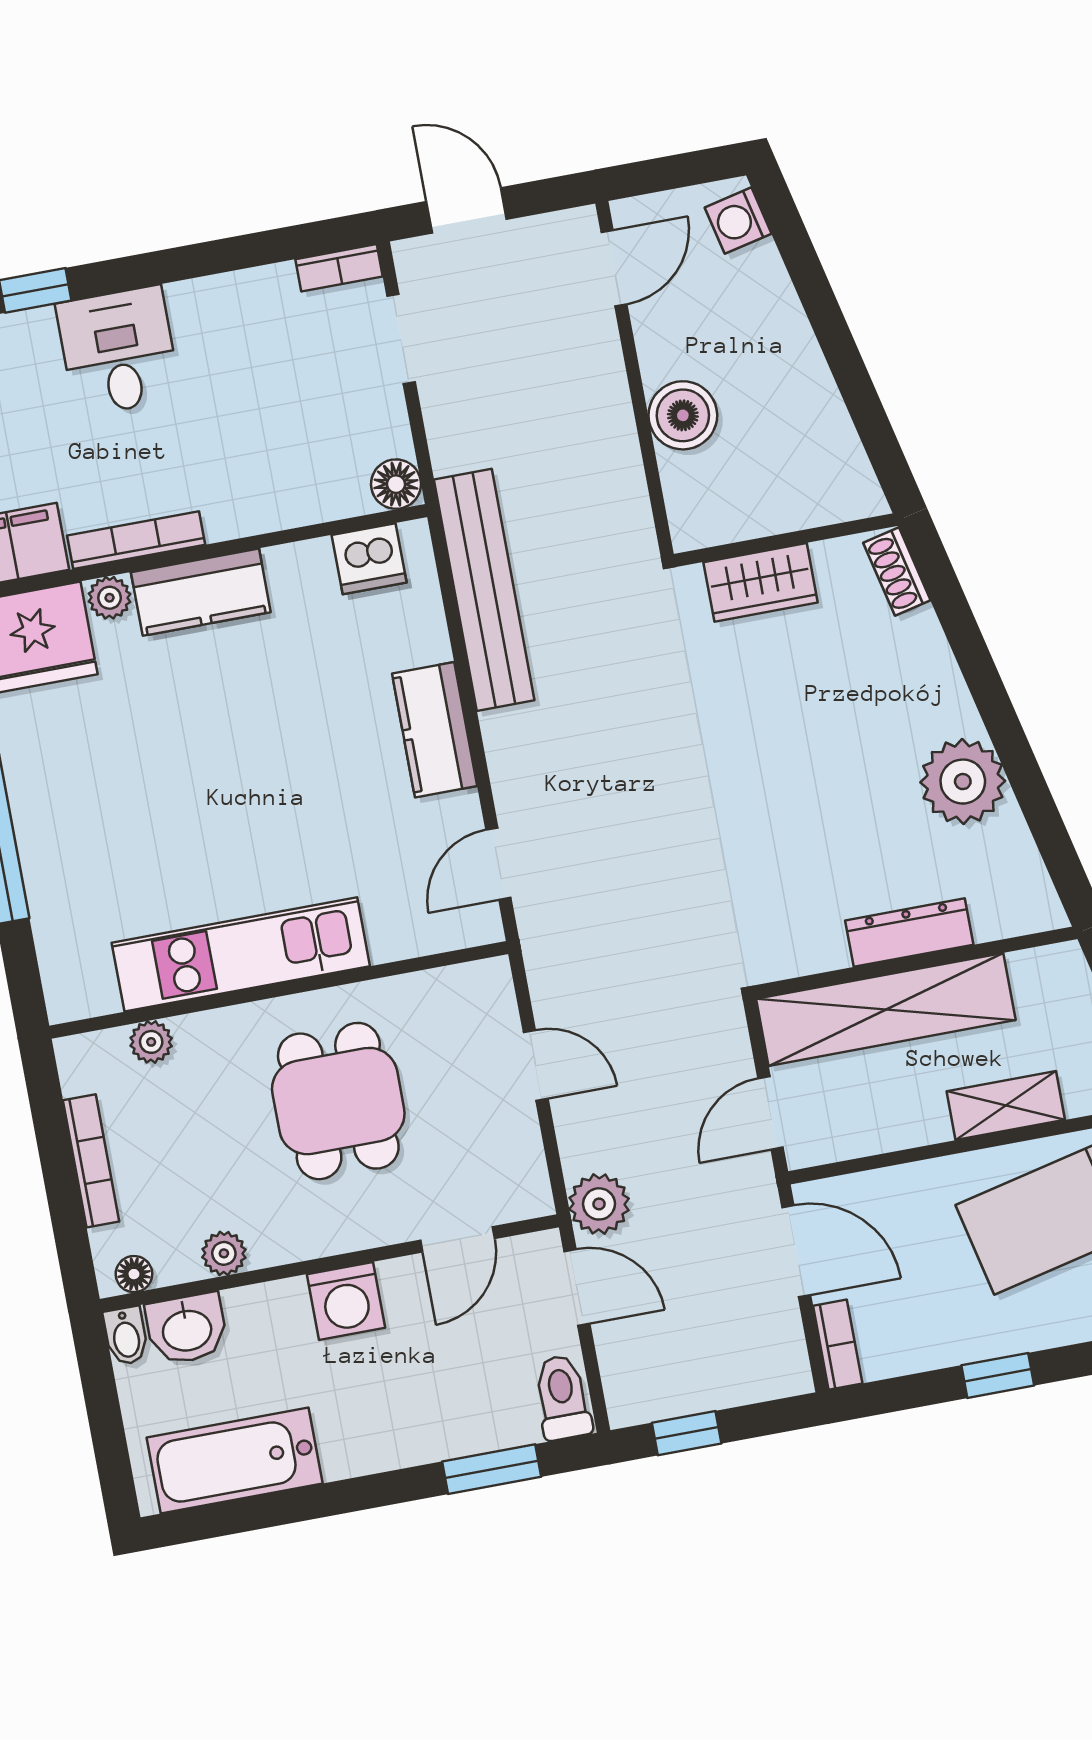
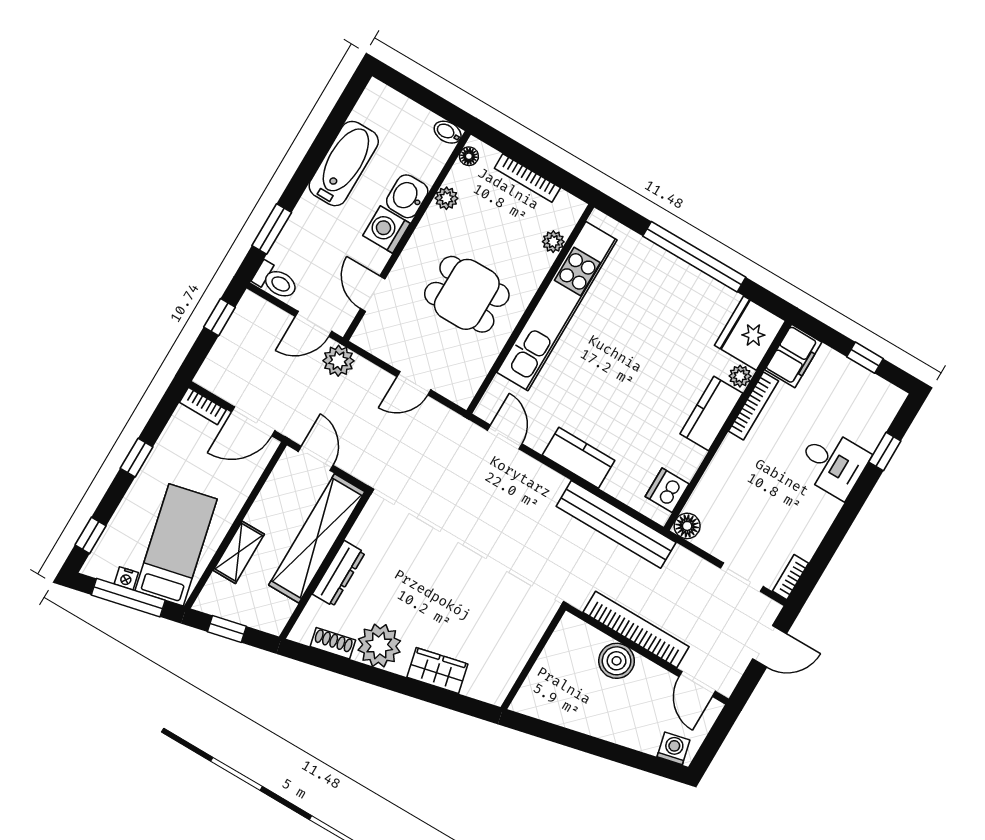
bookcase: (612, 427) -> (636, 630), added
shoe rack: (897, 572) -> (333, 643), moved
wardrobe: (761, 582) -> (437, 671), moved, turned 77
kitchen unit: (241, 954) -> (557, 306), width x1.36
washbasin: (187, 1329) -> (407, 196), moved
bathtub: (235, 1460) -> (344, 164), moved

